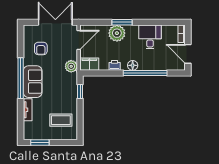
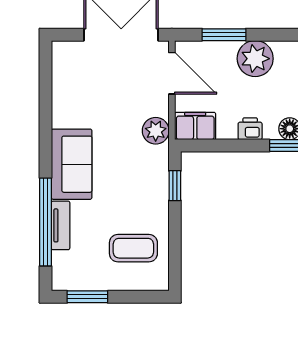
window: (122, 22) -> (224, 35), moved
door: (79, 40) -> (172, 73), hinge flipped
armchair: (41, 48) -> (89, 92), removed
window: (21, 78) -> (45, 222), moved

